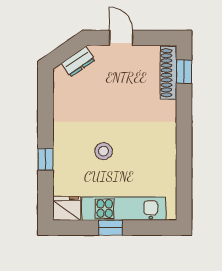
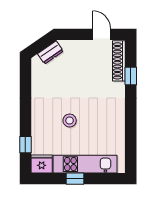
door: (121, 38) -> (102, 34), moved
window: (184, 72) -> (131, 76), moved
window: (46, 159) -> (25, 145), moved

